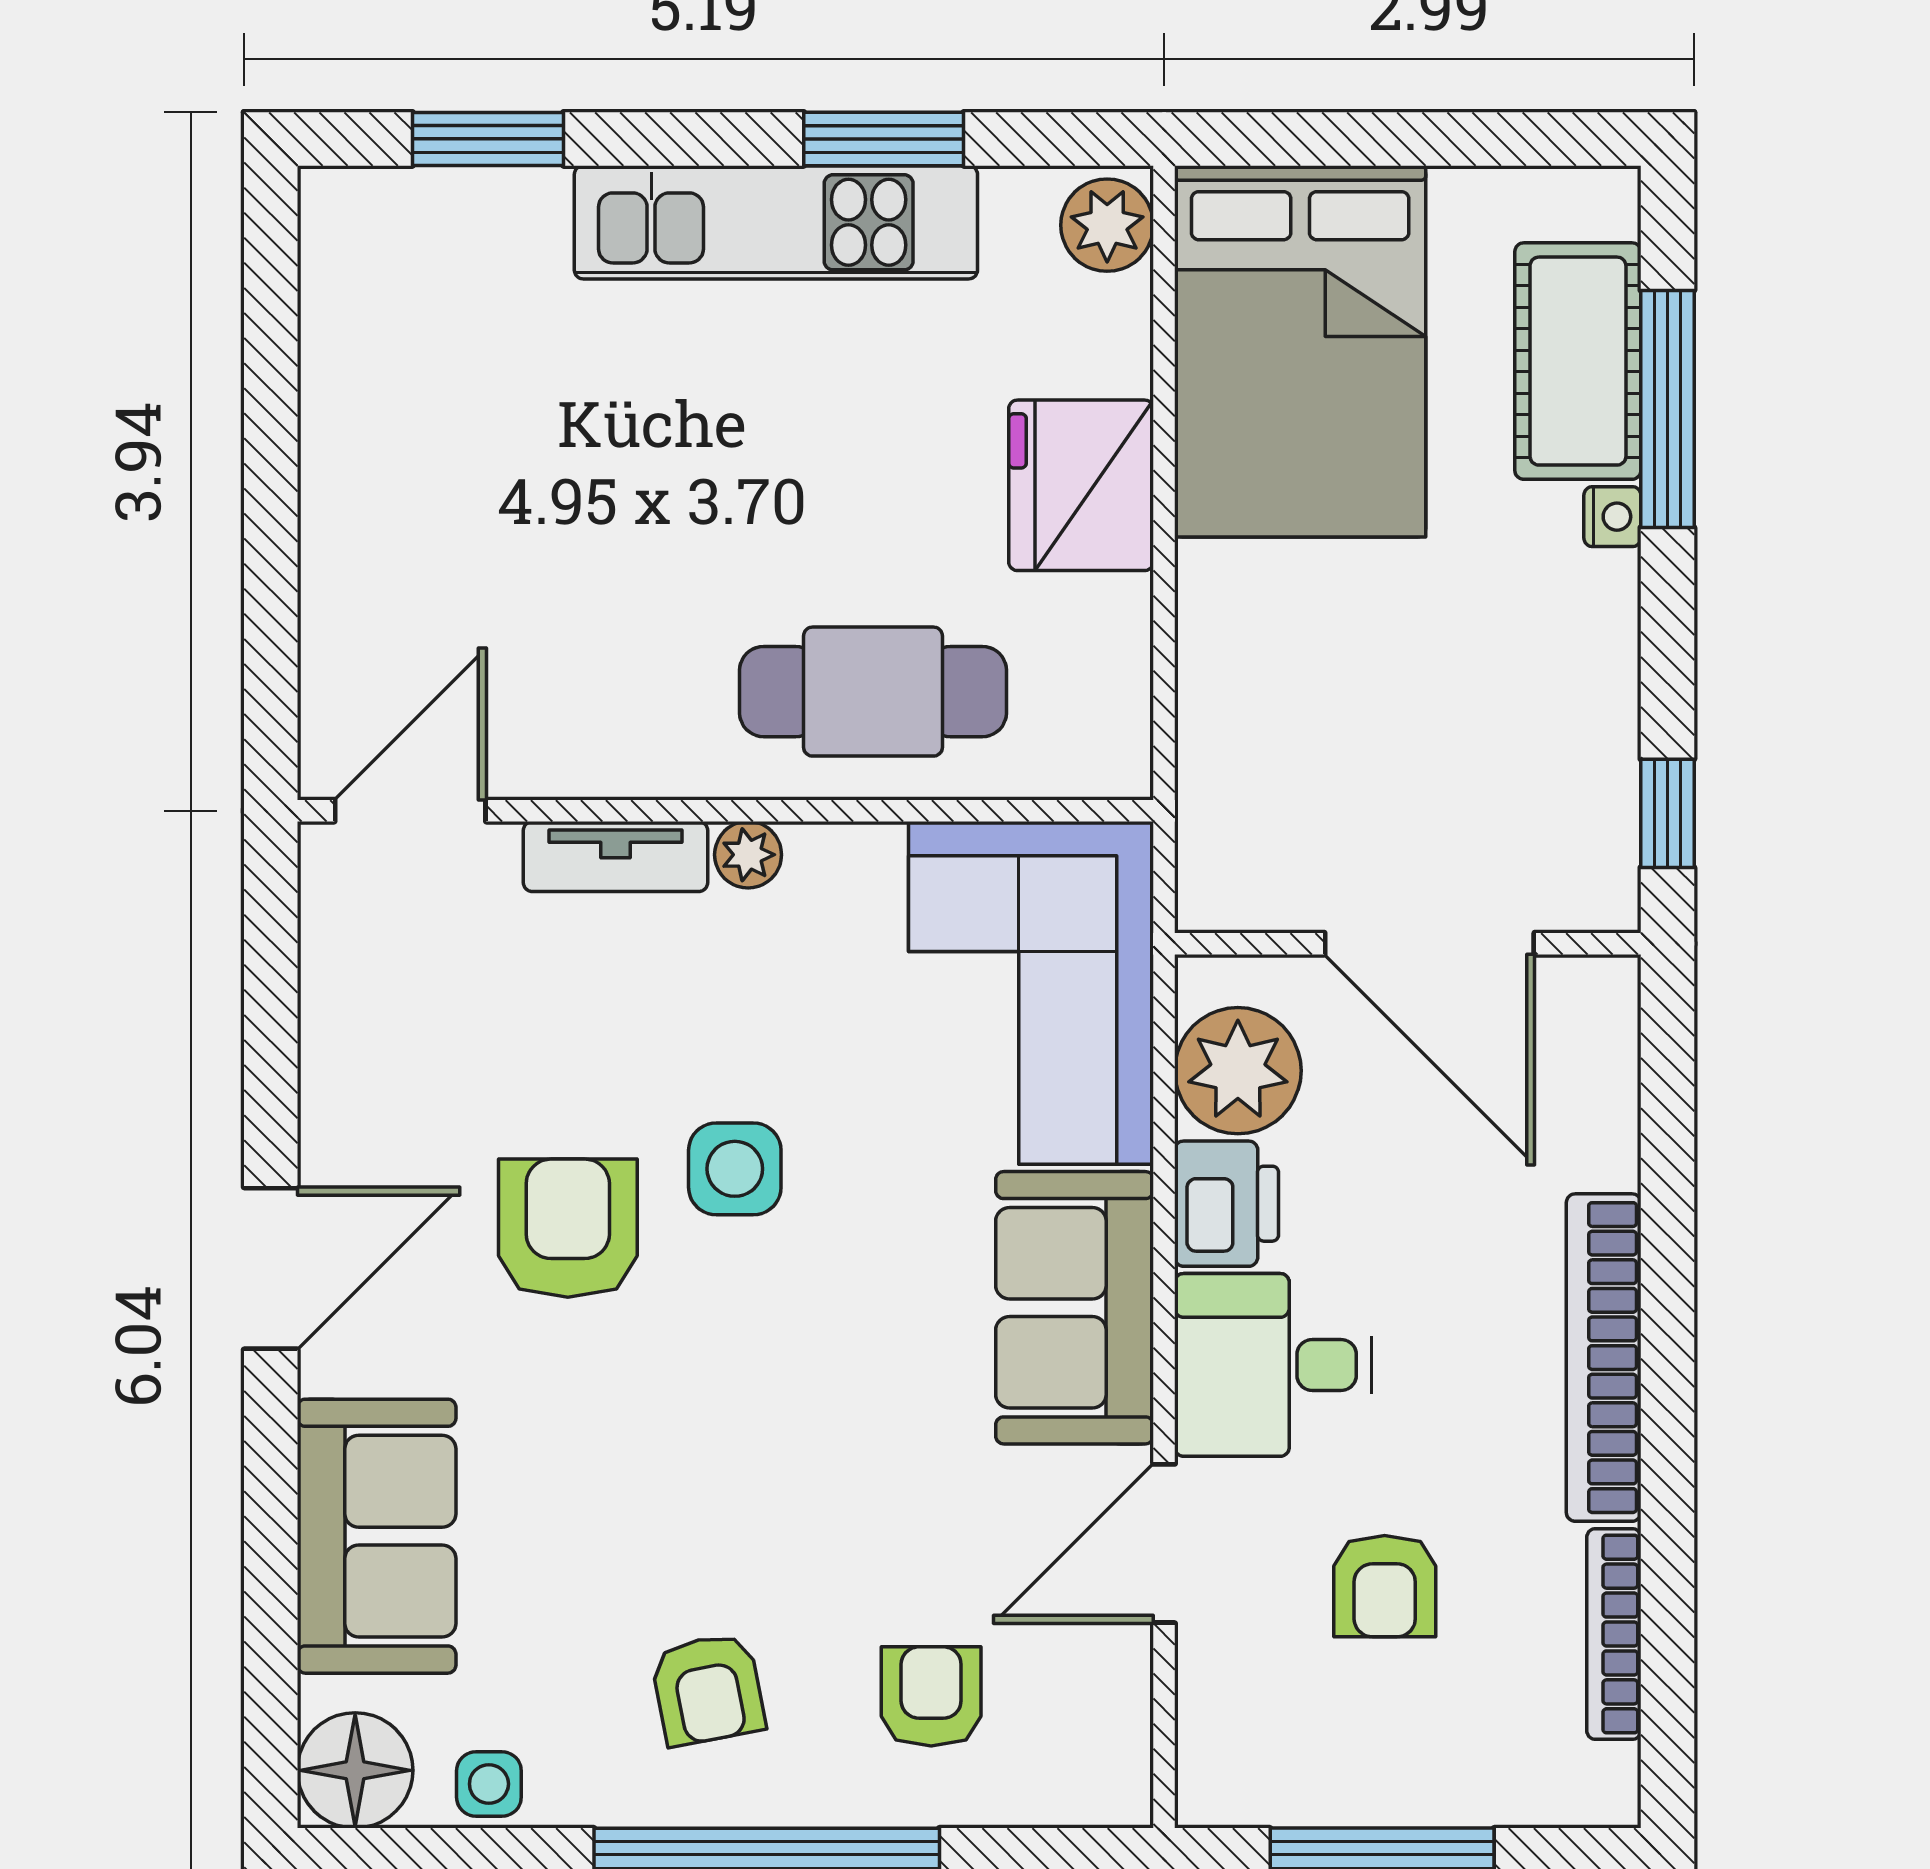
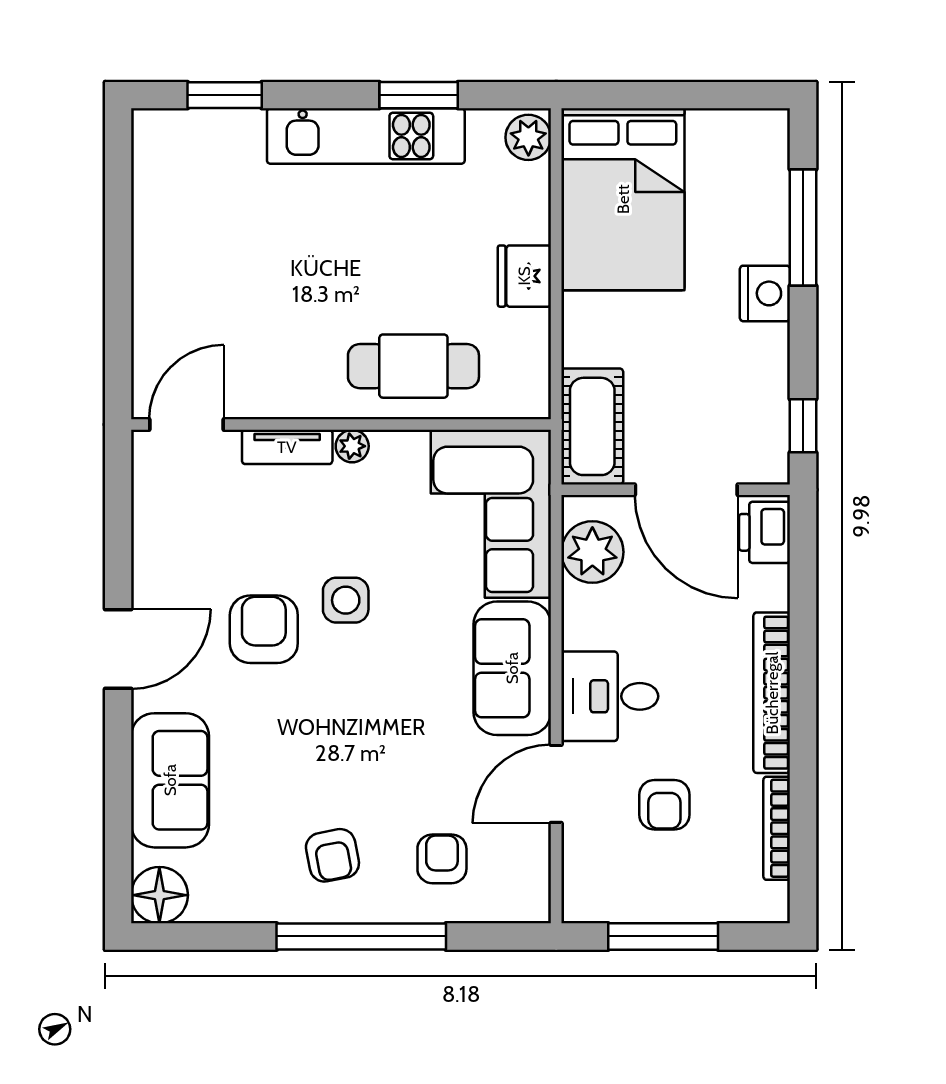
cot: (1578, 361) -> (592, 426), moved
fridge: (1081, 485) -> (524, 276), width x0.73, depth x0.75
nightstand: (1612, 517) -> (765, 293), width x1.89, depth x1.79
printer: (1227, 1204) -> (765, 532), moved, turned 180
side table: (489, 1784) -> (225, 902), removed

